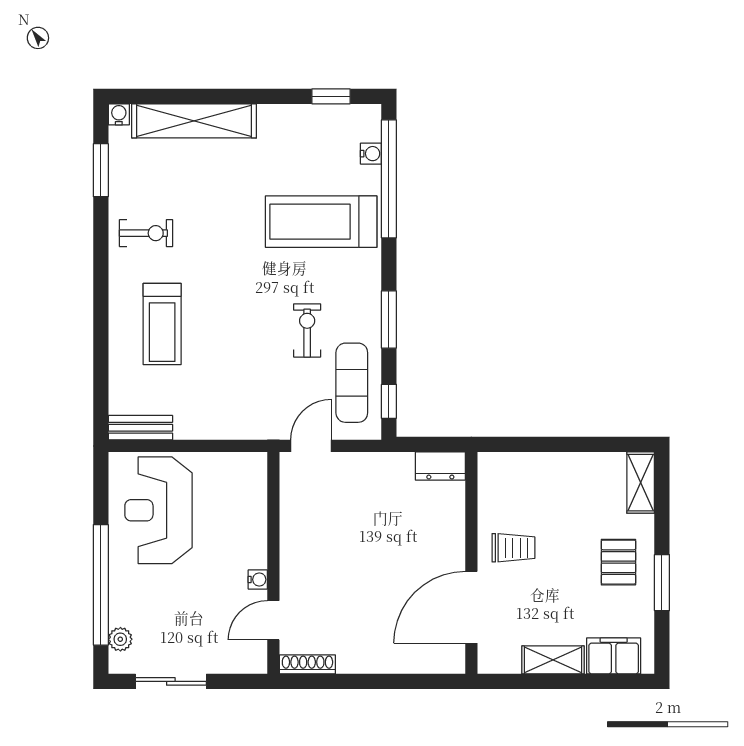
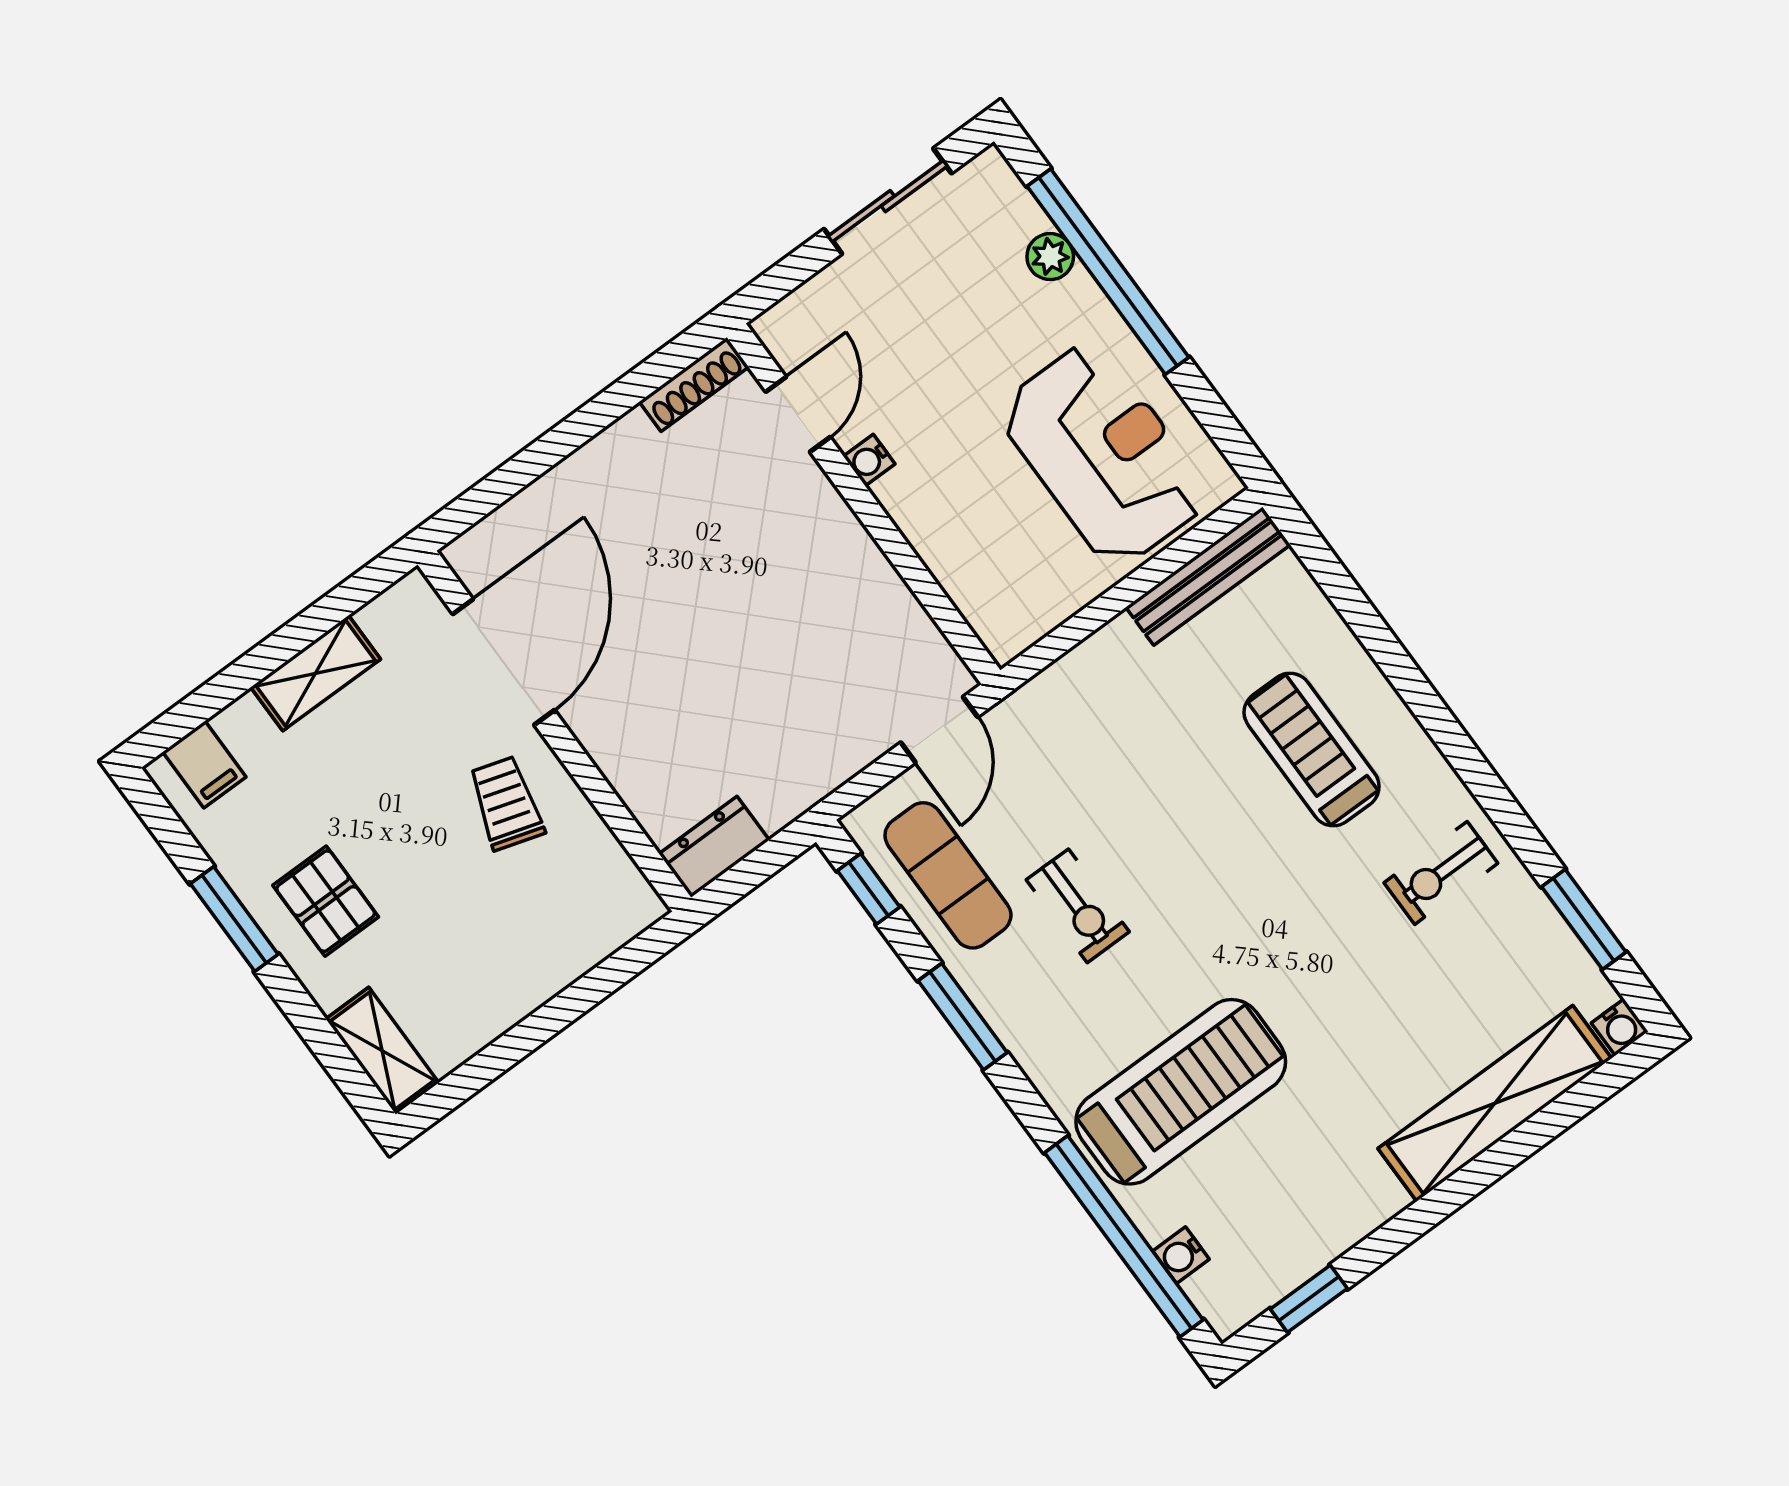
bench: (140, 428) -> (1208, 576), width x1.36
trolley: (513, 548) -> (506, 803), turned 107
plant: (120, 639) -> (1050, 257), moved
filing cabinet: (614, 656) -> (204, 764), width x0.50

